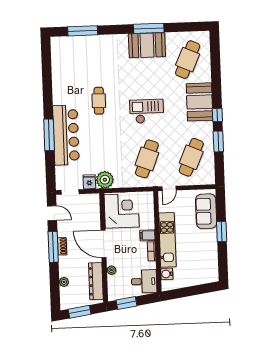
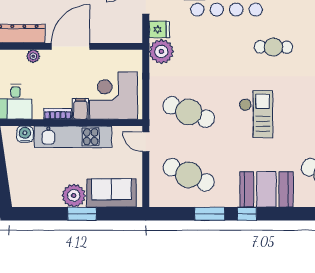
corner desk: (122, 211) -> (113, 95), moved, turned 180
plant: (209, 238) -> (74, 196), added

